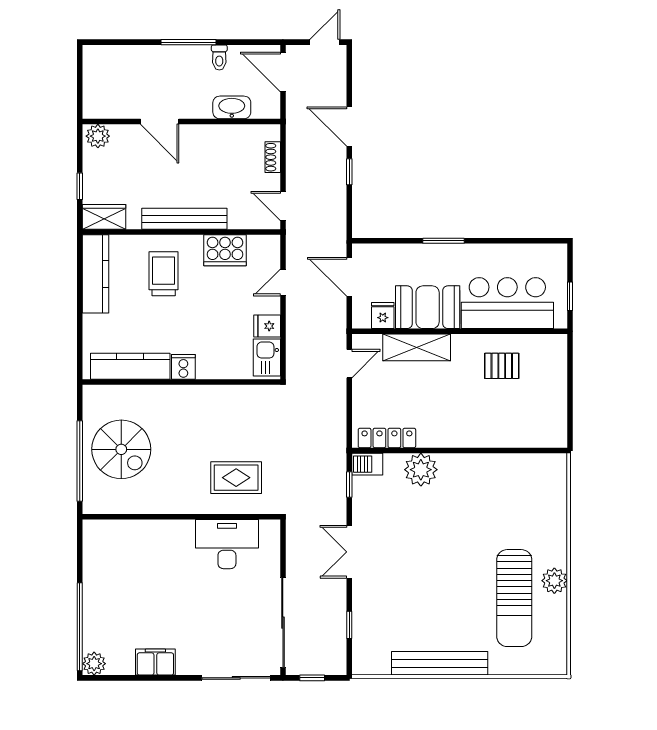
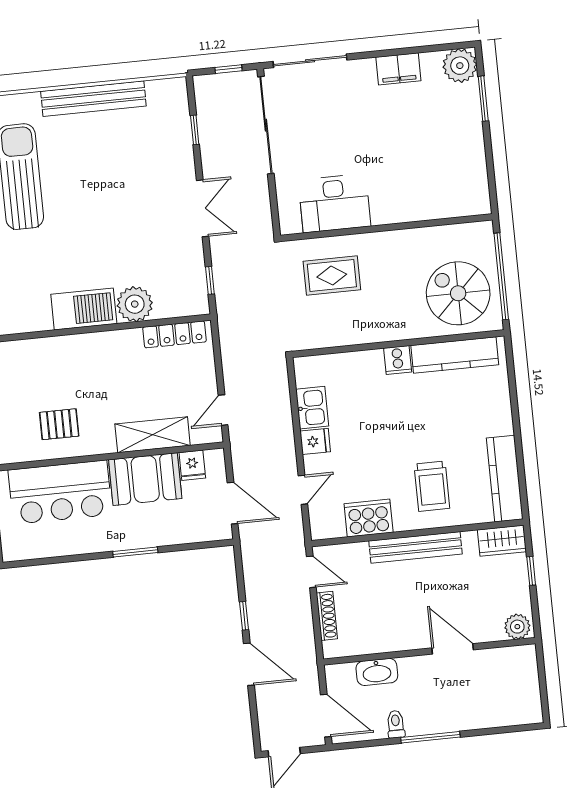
shoe rack: (273, 157) -> (327, 616), width x1.43
kitchen counter: (130, 366) -> (455, 355), moved
cooker: (183, 367) -> (398, 360), moved
wall: (181, 382) -> (398, 344), moved
barbecue: (367, 464) -> (84, 309), moved, width x1.88, depth x1.53
window: (80, 627) -> (483, 99), width x0.47
plant: (94, 664) -> (460, 66), width x1.36, depth x1.36

